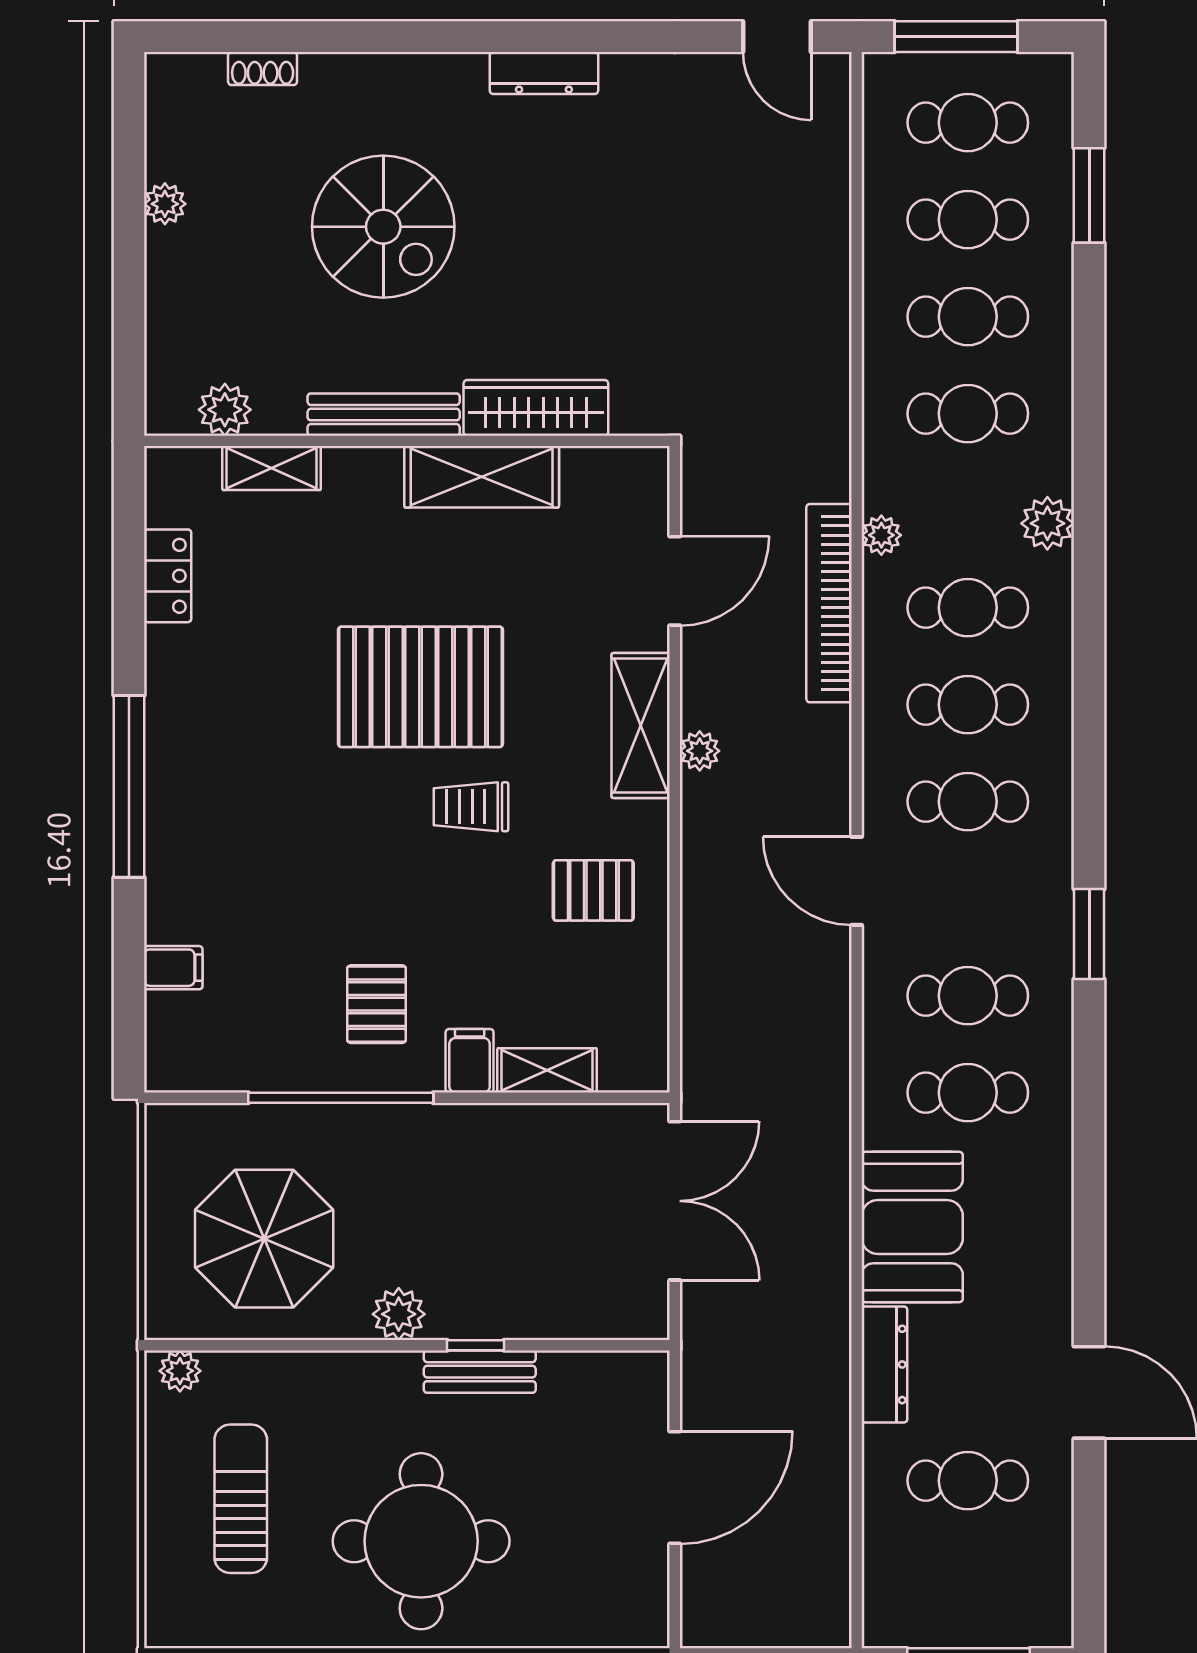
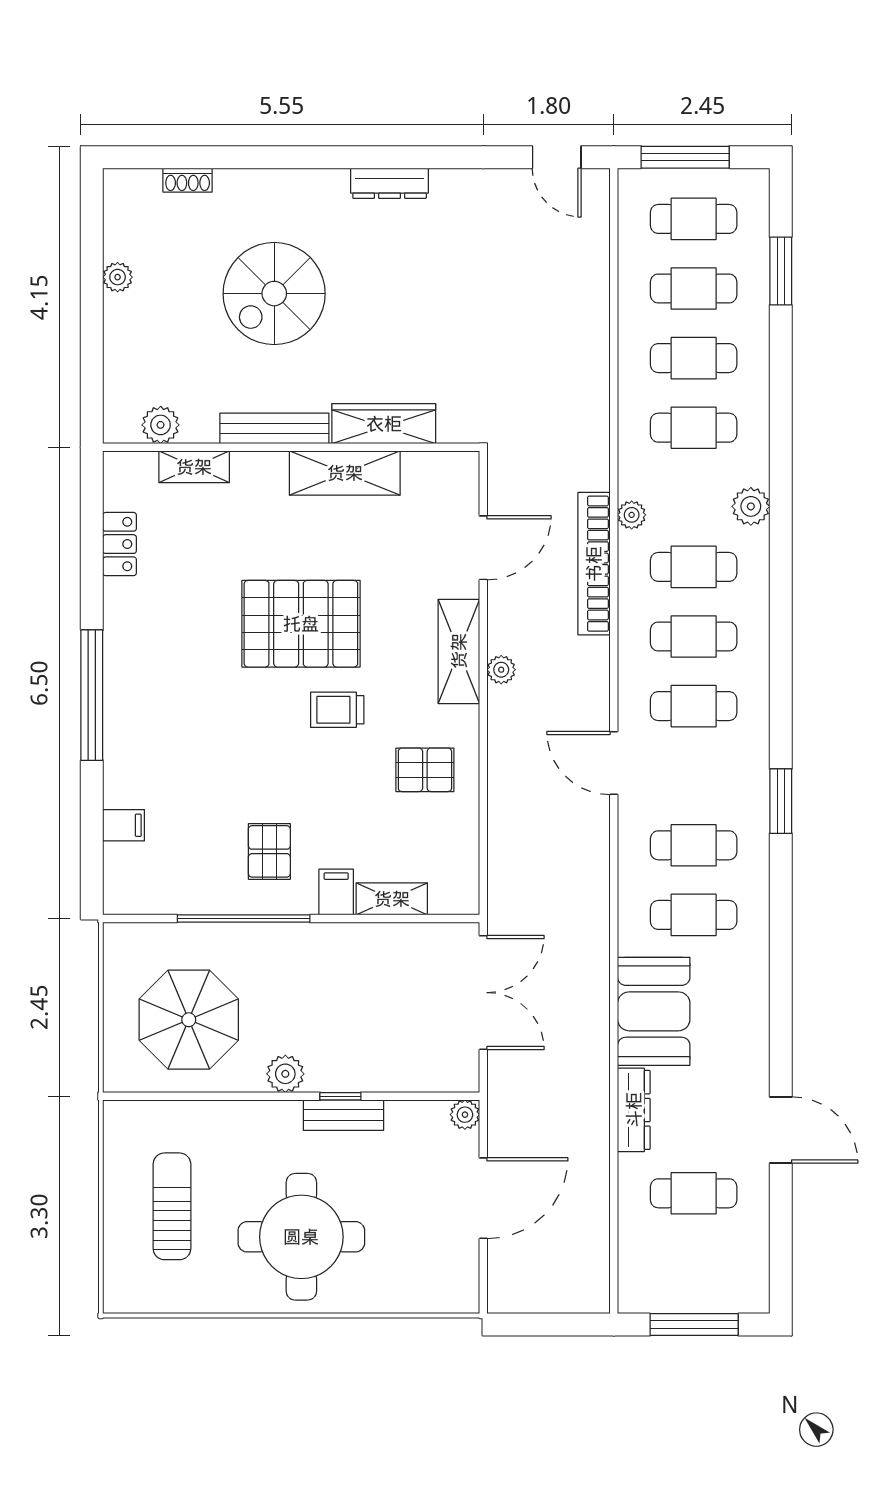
spiral stairs: (383, 227) -> (274, 294), turned 90
plant: (180, 1371) -> (465, 1115), moved

